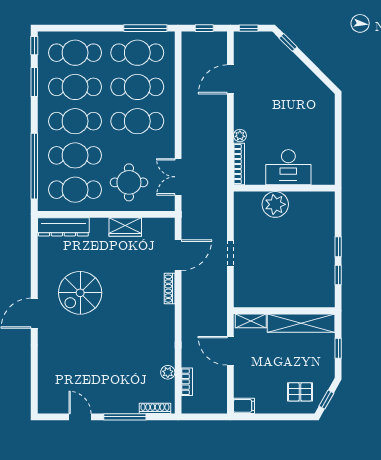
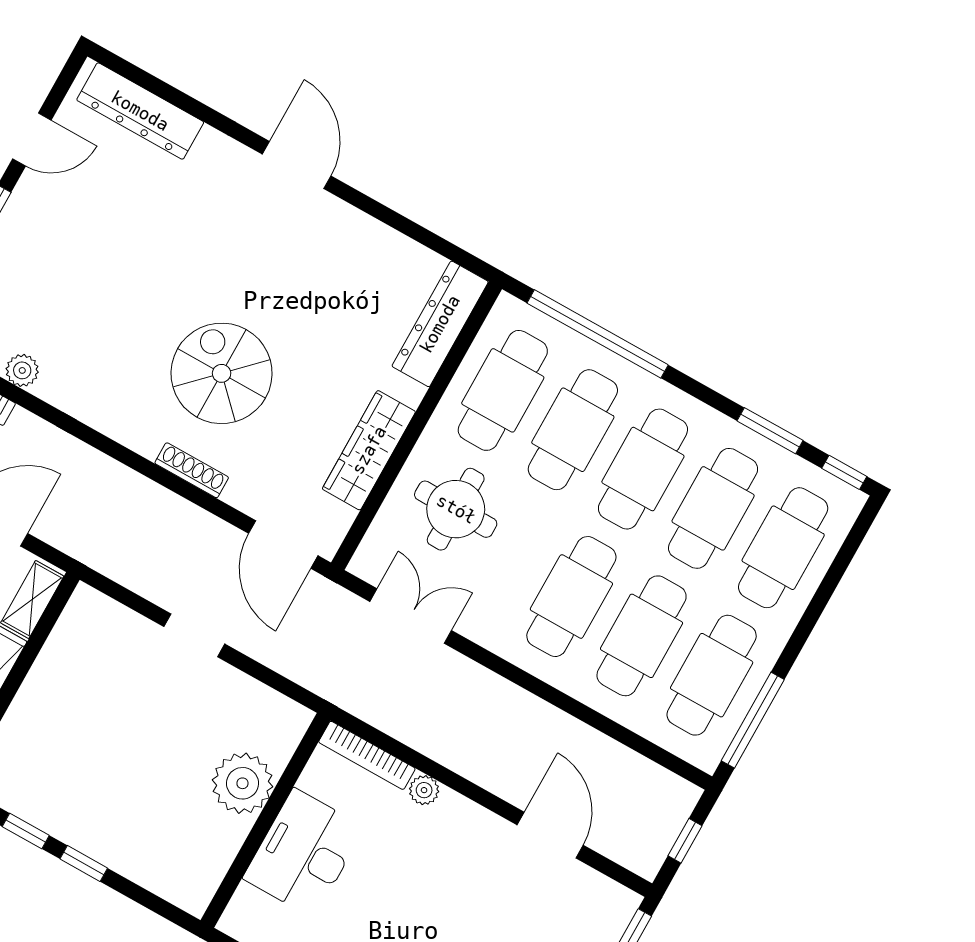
wardrobe: (125, 227) -> (369, 450), width x1.50
door: (178, 255) -> (283, 544), moved
spiral stairs: (80, 293) -> (222, 373), moved
dresser: (47, 383) -> (140, 111), added

